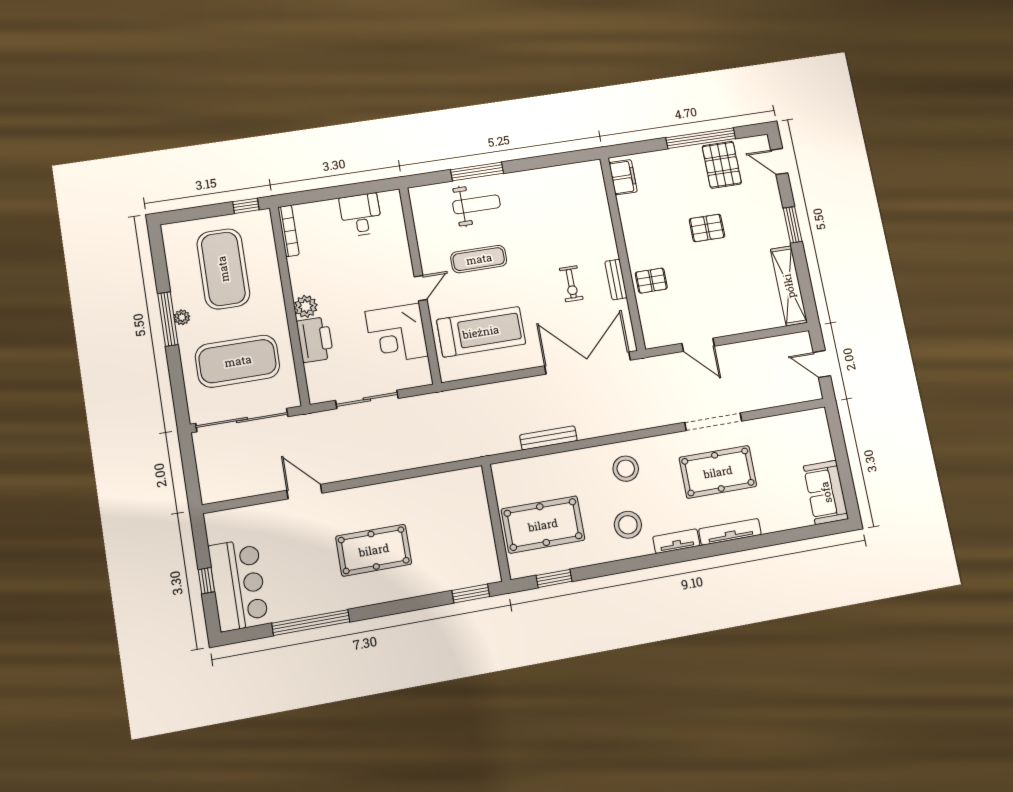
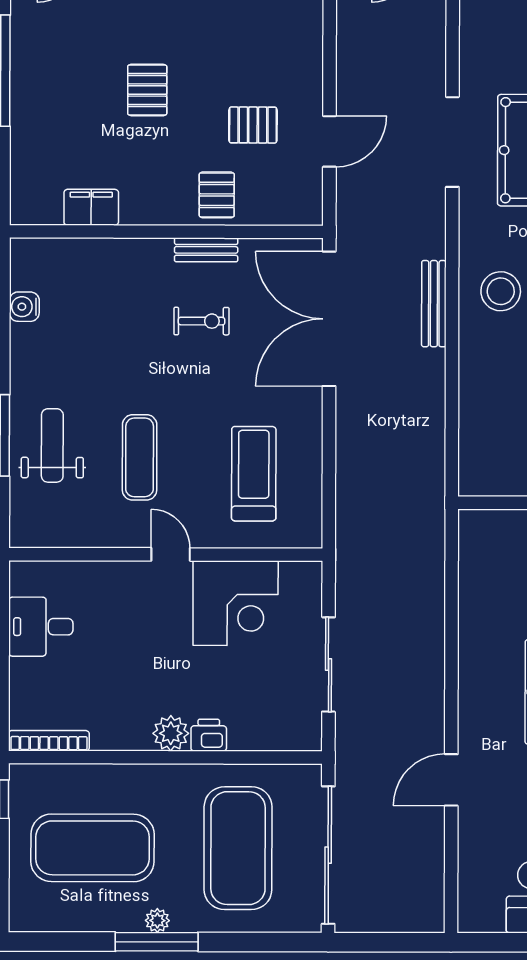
pallet: (722, 165) -> (253, 125), moved, width x0.67, depth x0.71
water cooler: (560, 174) -> (24, 307), added
filing cabinet: (623, 177) -> (91, 207), moved
treadmill: (481, 332) -> (254, 474), width x0.73, depth x0.73
printer: (315, 340) -> (209, 735), width x0.53, depth x0.68
bench: (548, 438) -> (434, 304), moved

